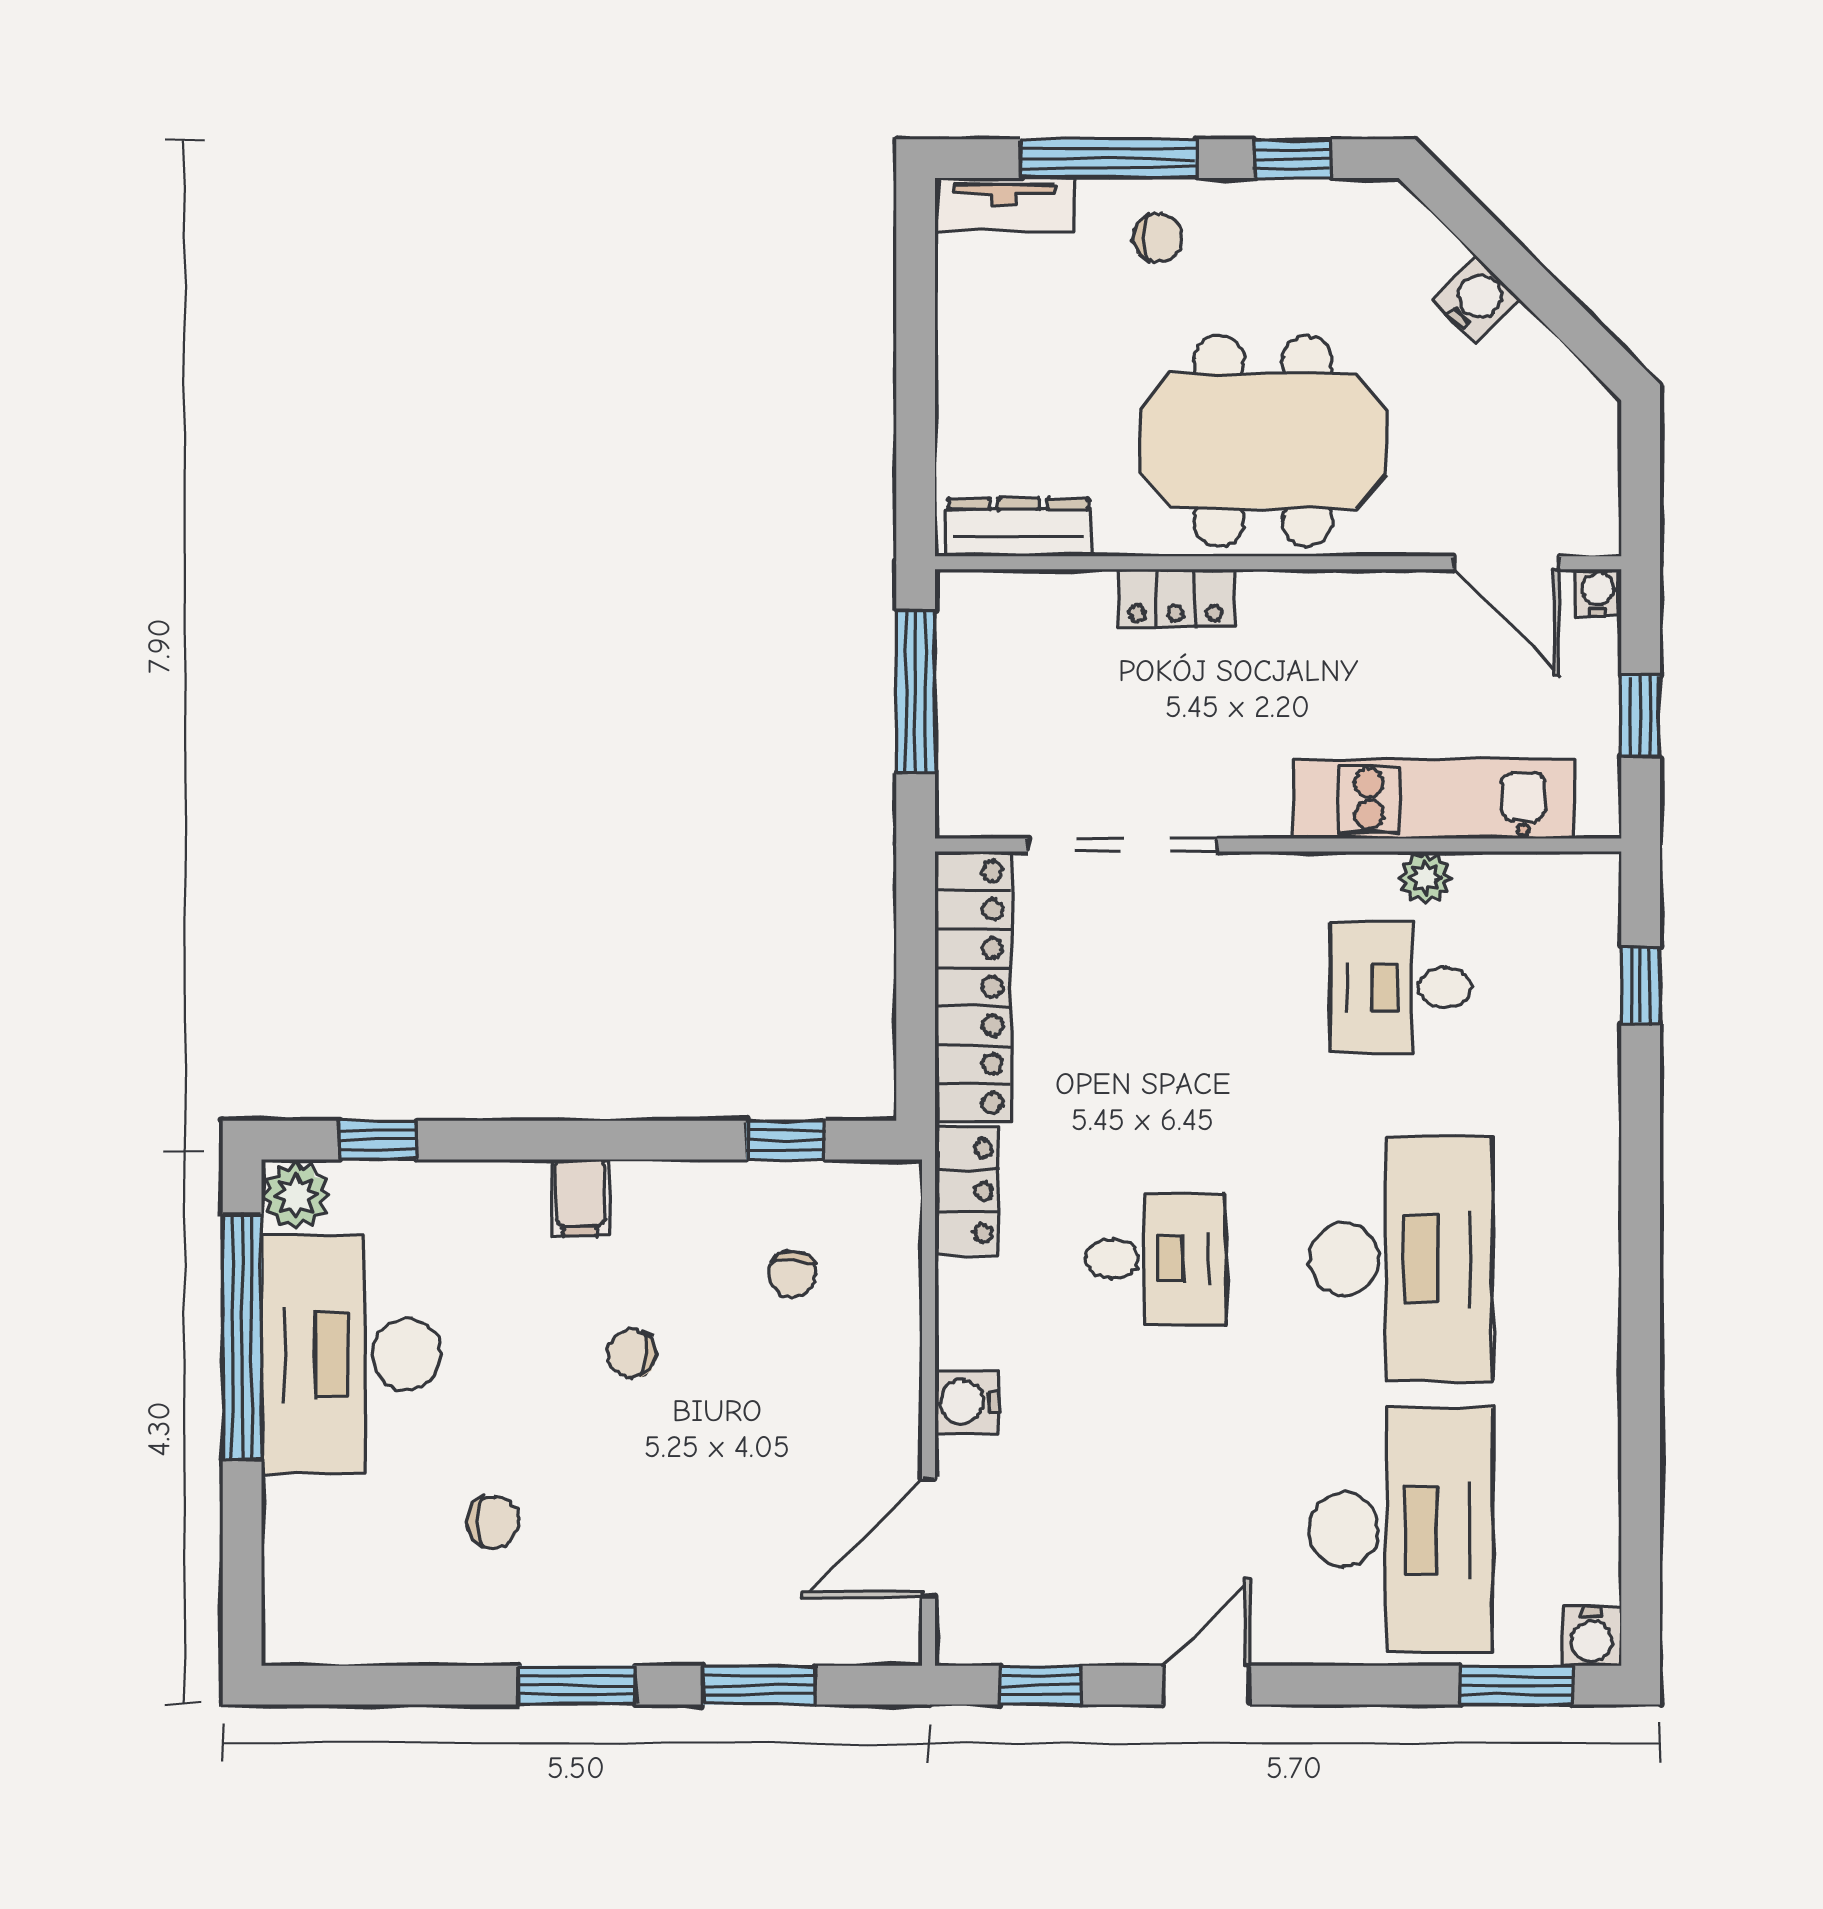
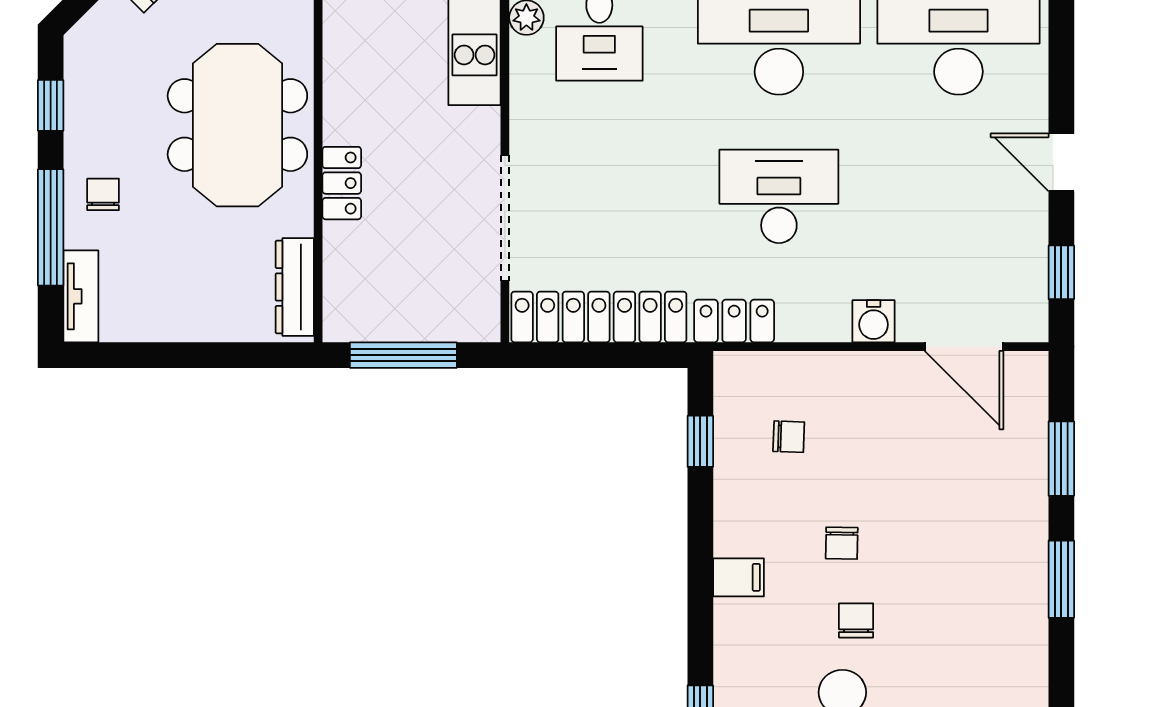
desk: (1155, 1259) -> (779, 196), width x1.37
chair: (493, 1522) -> (856, 620), moved

